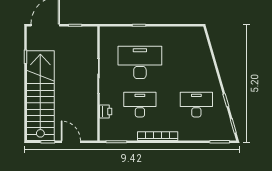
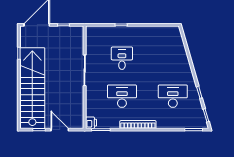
desk: (140, 62) -> (122, 58), width x0.53, depth x0.77
printer: (106, 111) -> (91, 123), moved

